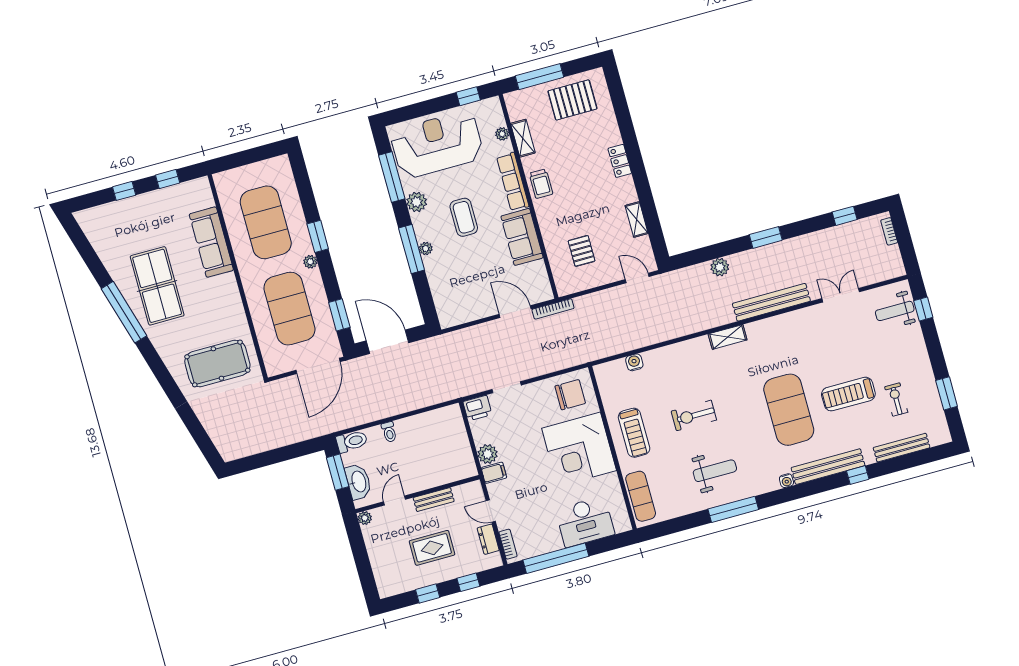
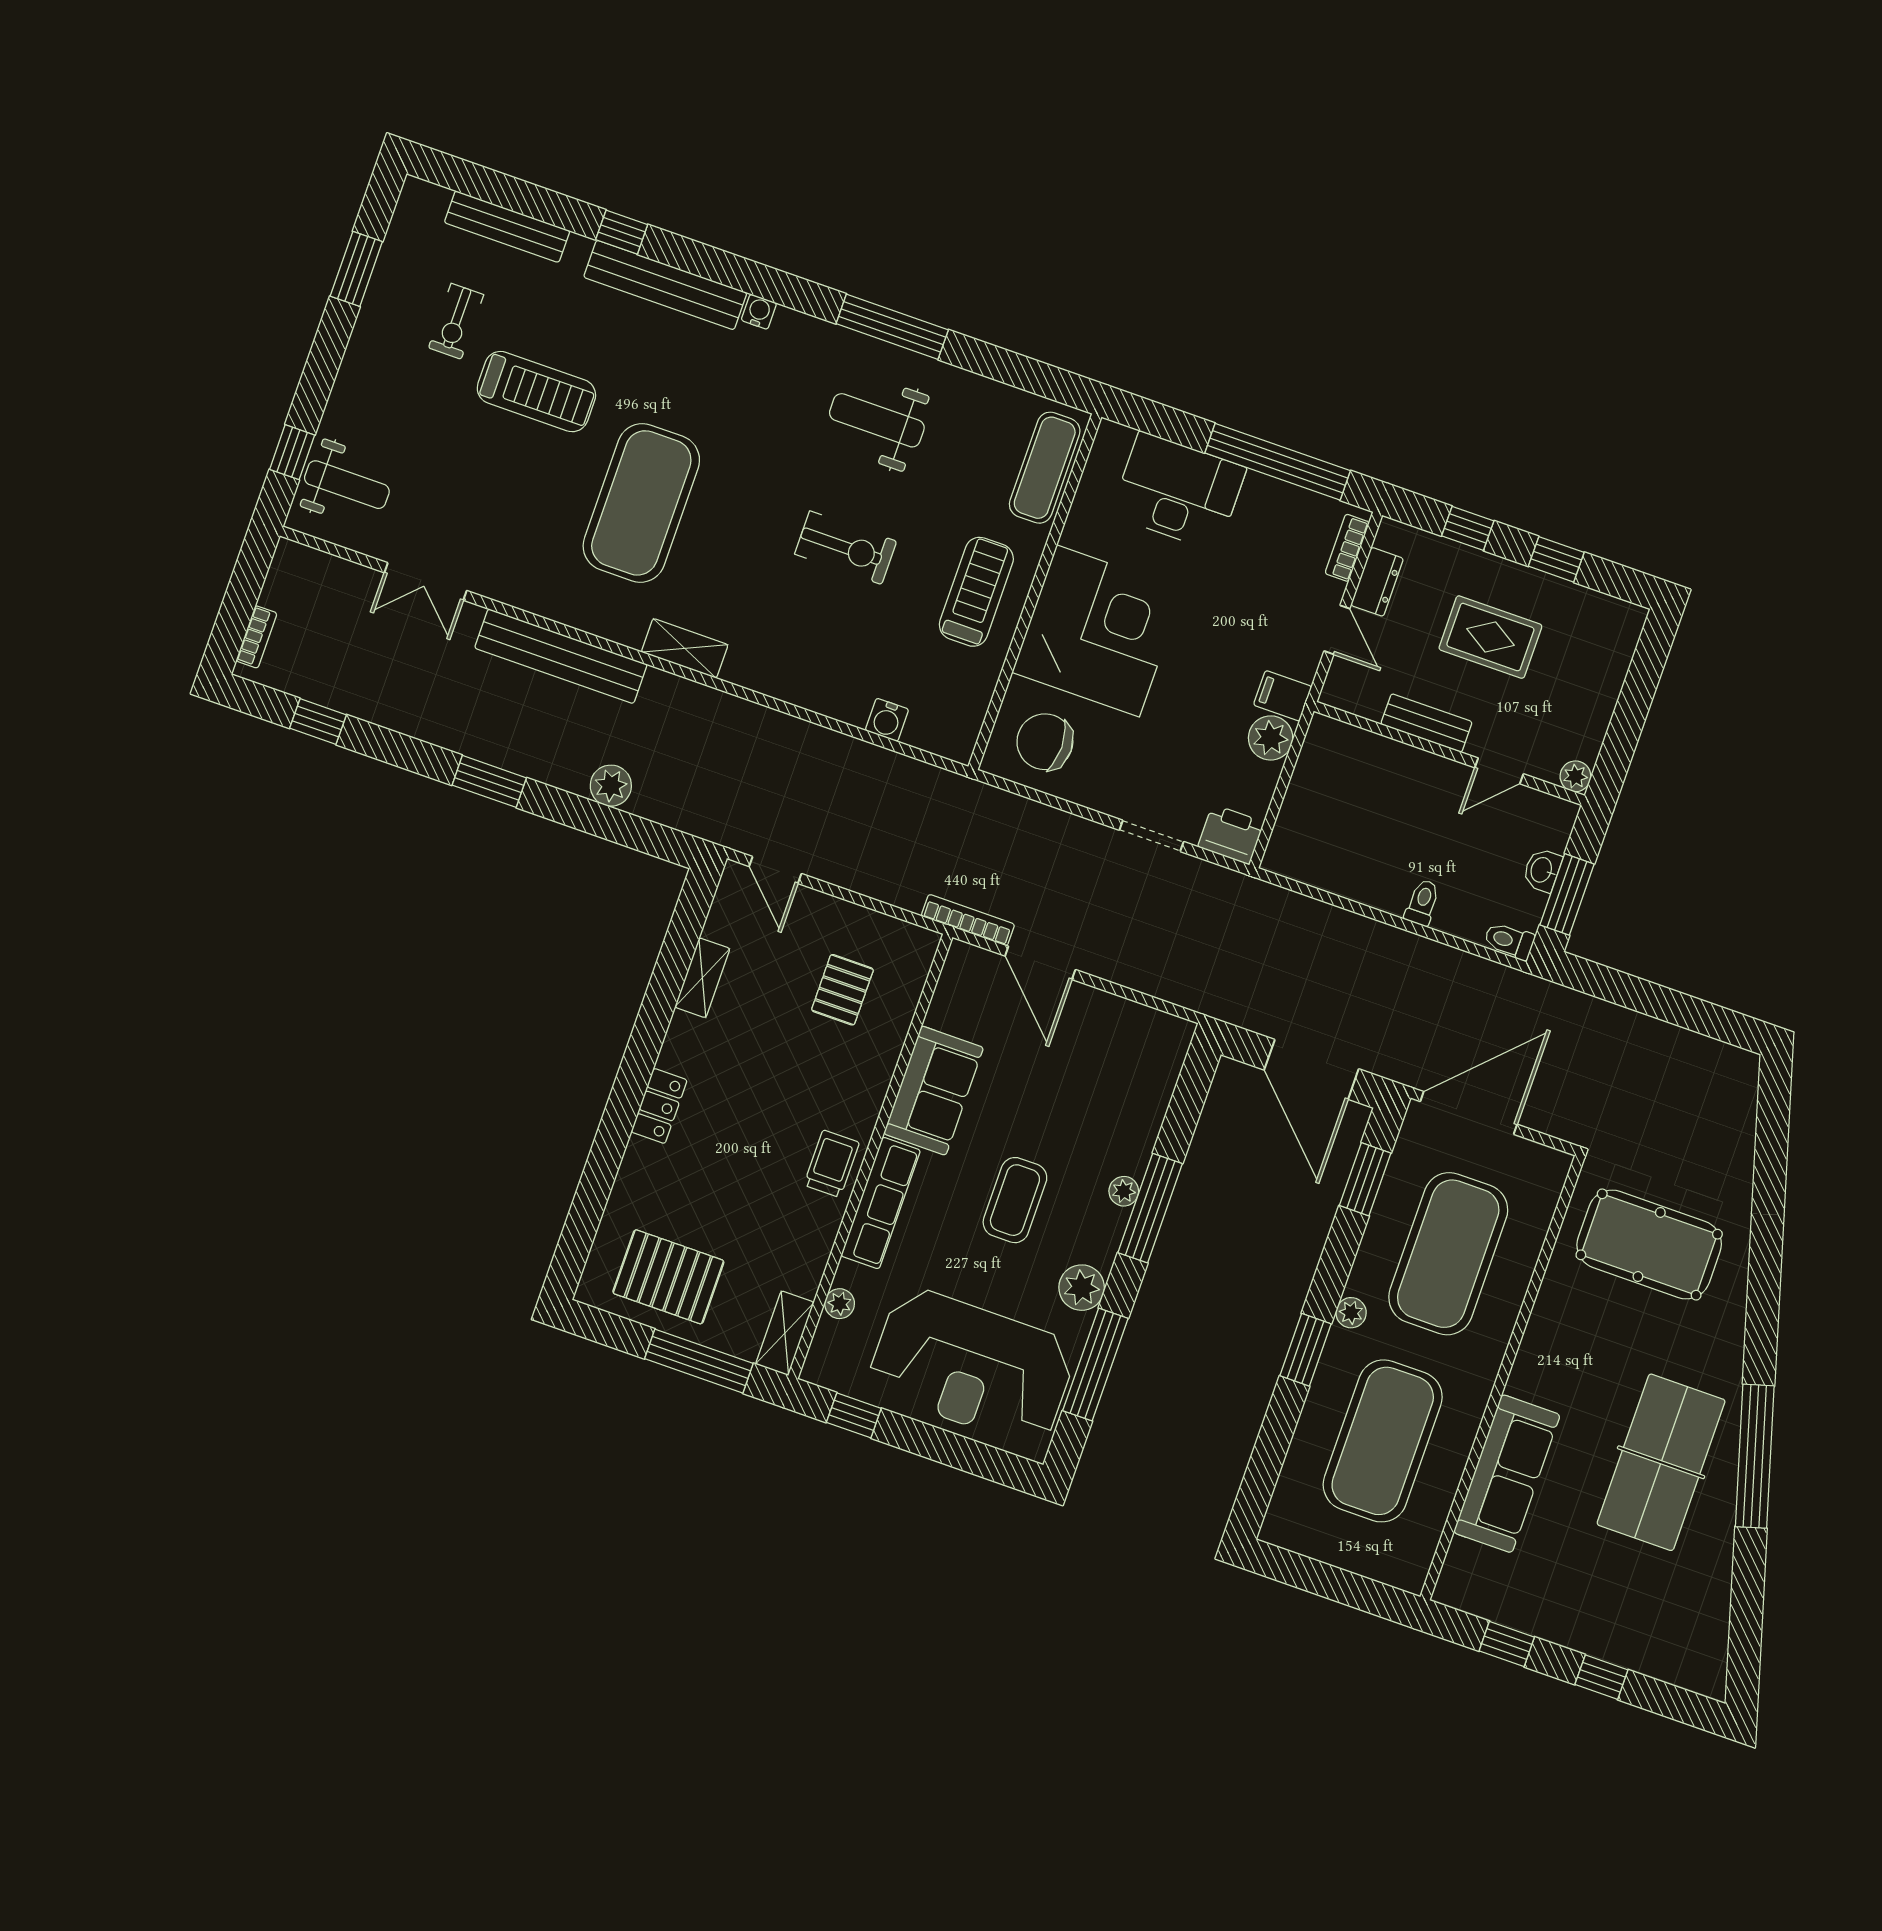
shelving: (523, 138) -> (785, 1333), moved
exercise mat: (789, 410) -> (641, 503), moved
toilet: (352, 441) -> (1509, 941), width x0.73, depth x0.72
washbasin: (358, 482) -> (1542, 870), width x0.52, depth x0.69

